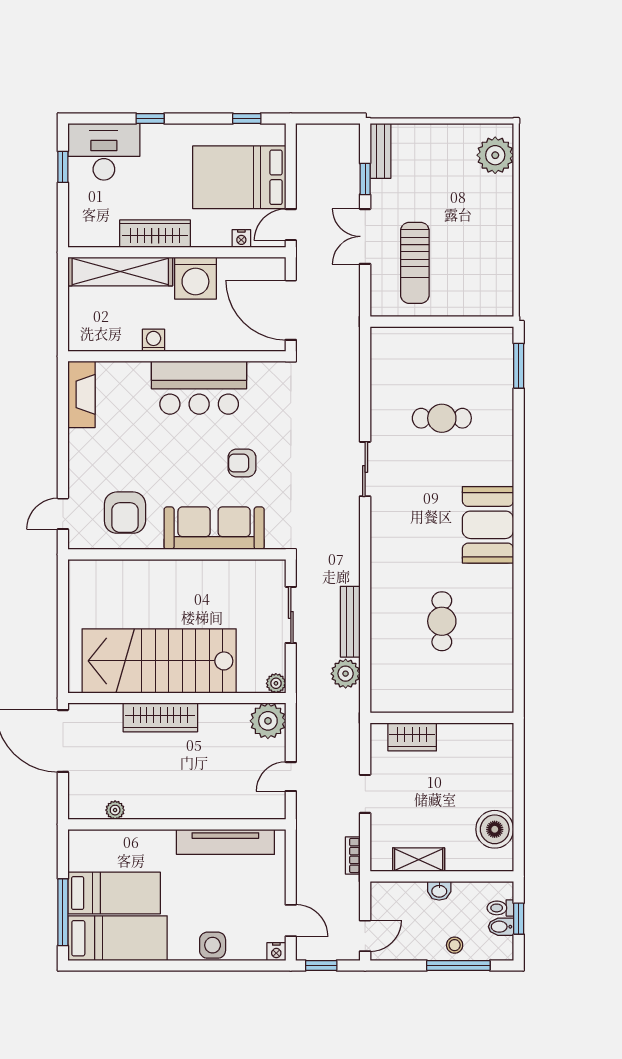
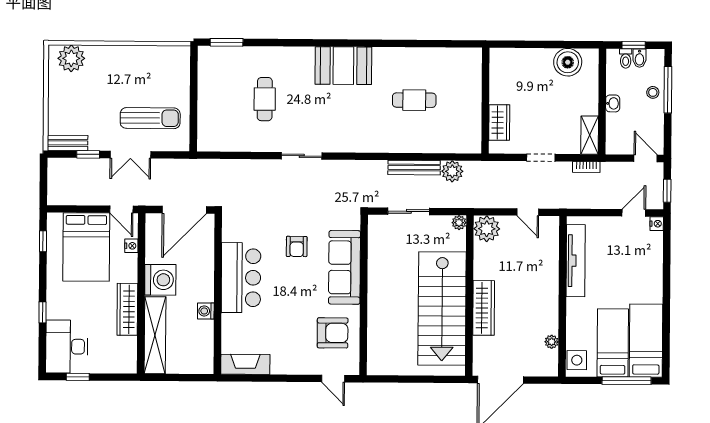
shelving: (419, 860) -> (590, 135), moved
side table: (213, 945) -> (577, 360), moved

